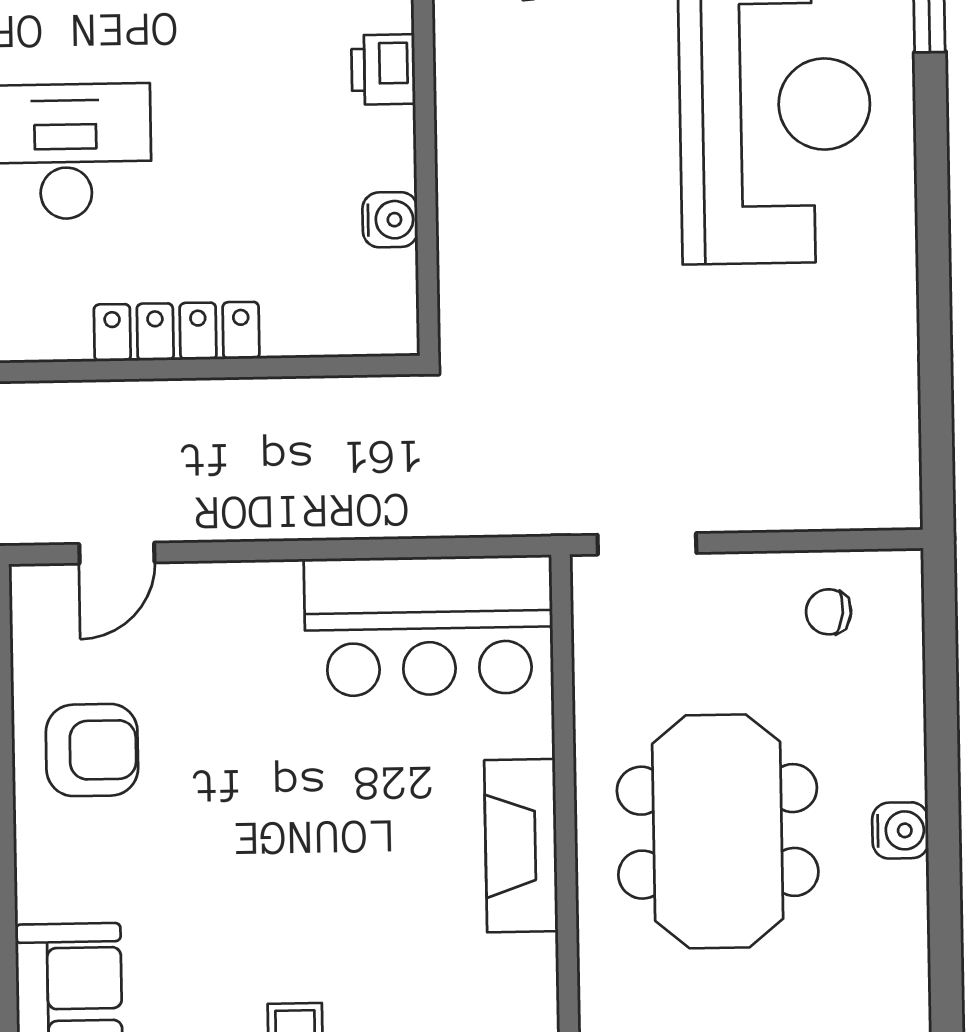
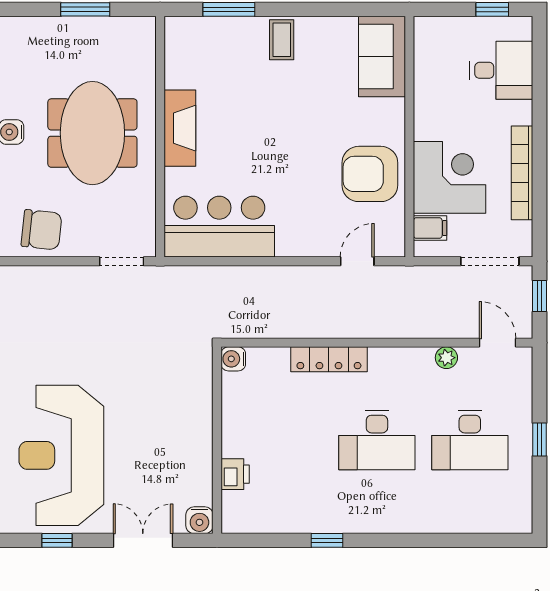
water cooler: (390, 220) -> (233, 359), moved
chair: (829, 612) -> (41, 230), width x1.87, depth x1.87
armchair: (92, 750) -> (370, 174), width x1.36, depth x1.36

